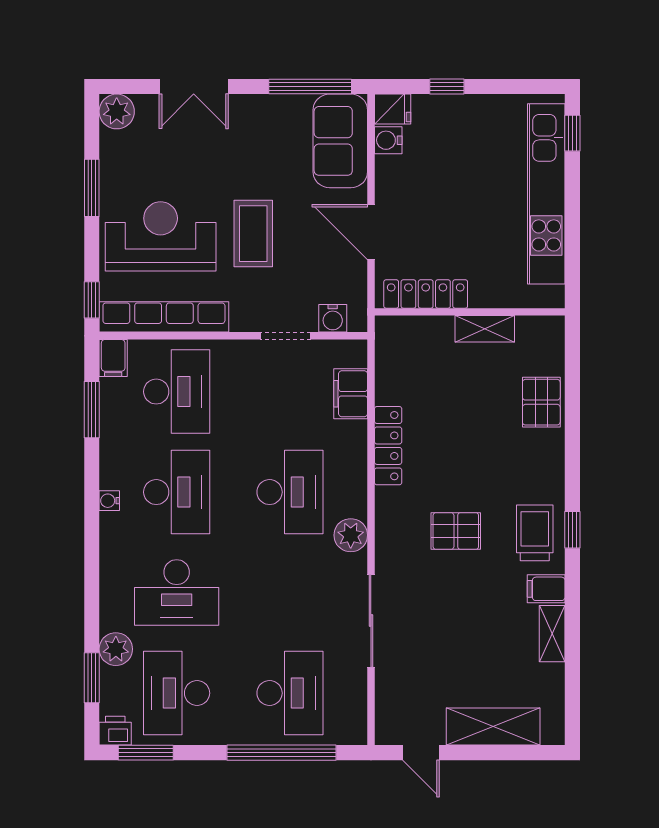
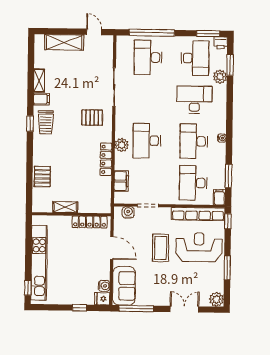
reception desk: (161, 236) -> (199, 247), turned 180
pallet: (456, 531) -> (92, 118), moved
plant: (351, 535) -> (122, 145), moved

